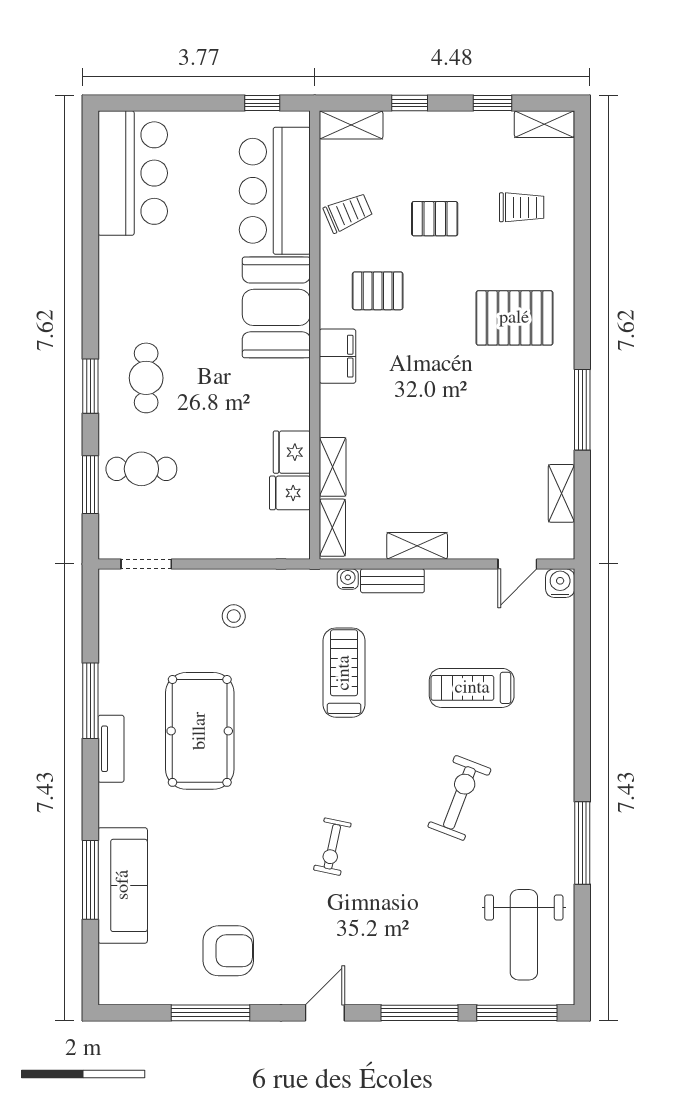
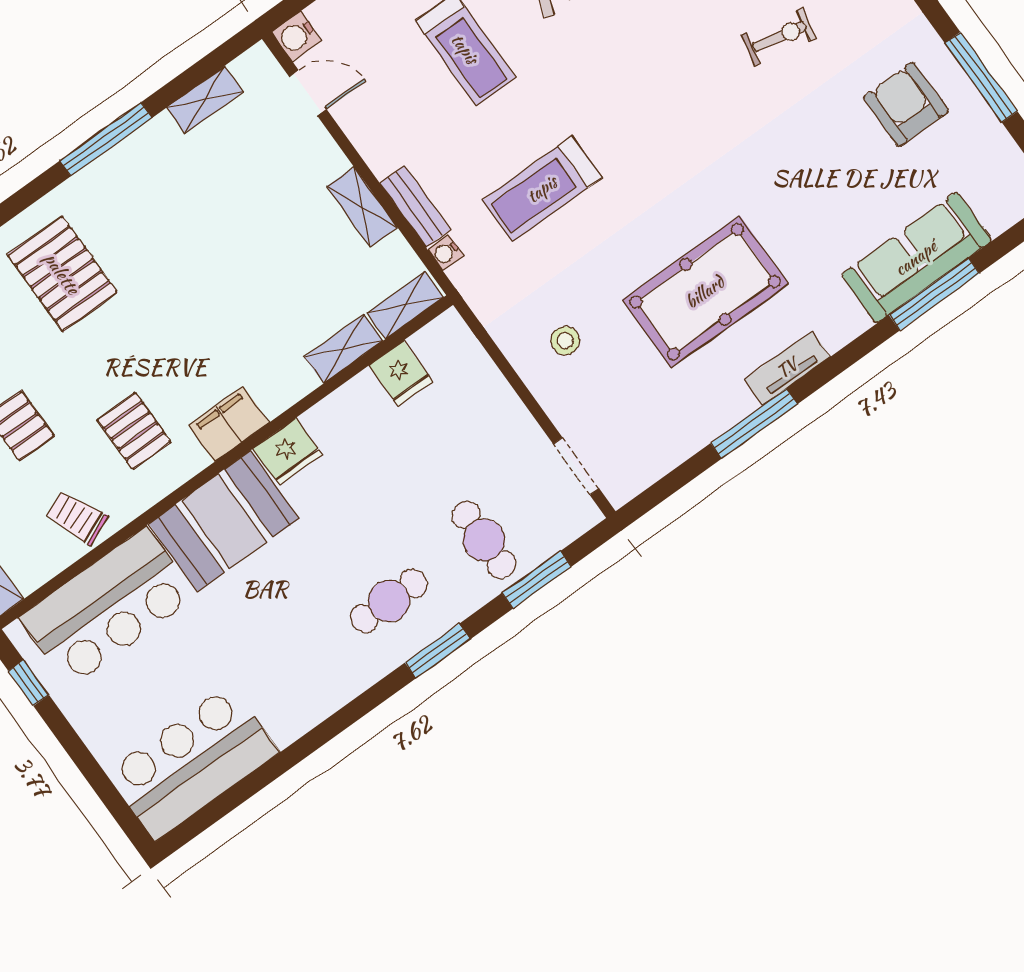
fridge: (292, 452) -> (288, 452), moved
exercise bike: (332, 847) -> (779, 37), moved

